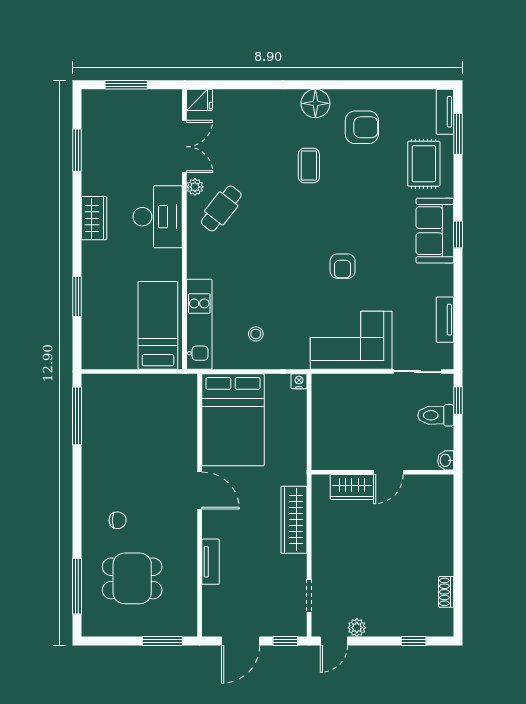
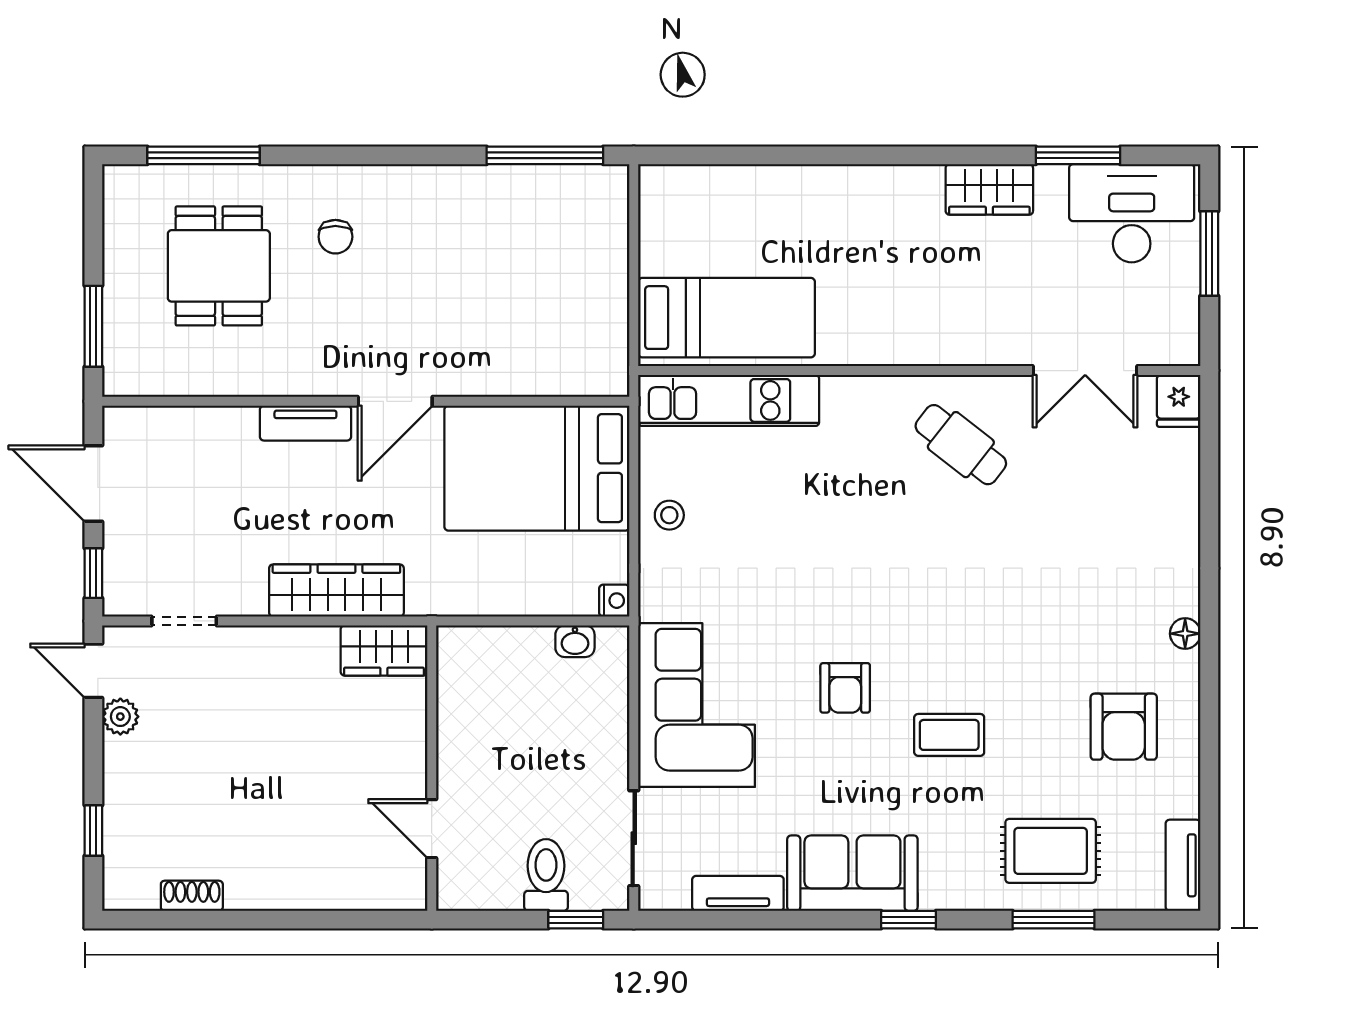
floor lamp: (315, 103) -> (1185, 634), width x0.53, depth x0.53
tv unit: (445, 112) -> (1183, 865), moved, turned -90
window: (458, 134) -> (1054, 920), moved
coffee table: (309, 166) -> (949, 735), moved
plant: (195, 187) -> (1004, 392), removed
desk: (158, 217) -> (1132, 213), moved, turned 180
wardrobe: (94, 218) -> (989, 189), moved
sofa: (435, 231) -> (852, 873), moved
armchair: (343, 266) -> (845, 688), turned -90
window: (77, 296) -> (785, 155), removed
stool: (256, 334) -> (669, 515), moved
washbasin: (446, 460) -> (575, 641), moved, turned 180
door: (388, 472) -> (432, 829), moved
wardrobe: (352, 487) -> (384, 650), moved, turned -90
tv unit: (211, 562) -> (305, 423), moved

